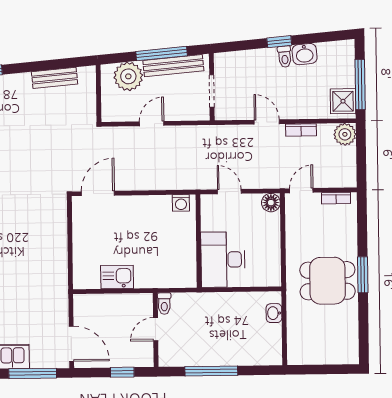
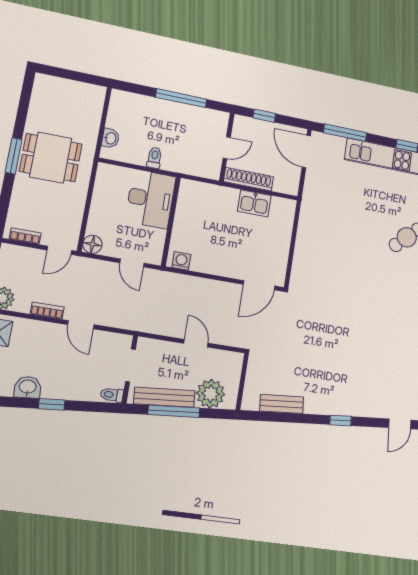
toilet: (285, 57) -> (112, 395), moved, turned -85
door: (152, 124) -> (196, 343), swing flipped
shoe rack: (127, 301) -> (249, 179), added
toilet: (164, 304) -> (154, 158), moved

